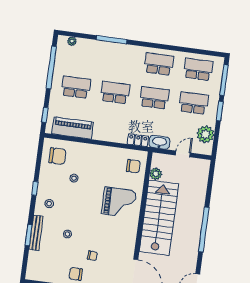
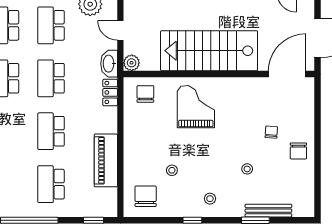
piano: (73, 128) -> (106, 160), moved
plant: (156, 174) -> (132, 63), moved
bench: (36, 233) -> (268, 211), moved

